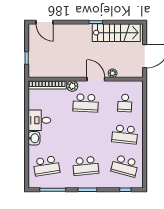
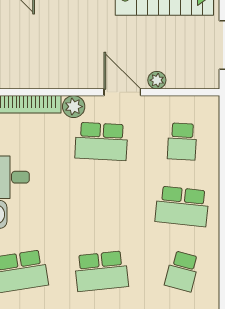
school desk: (125, 166) -> (182, 271), width x0.54

